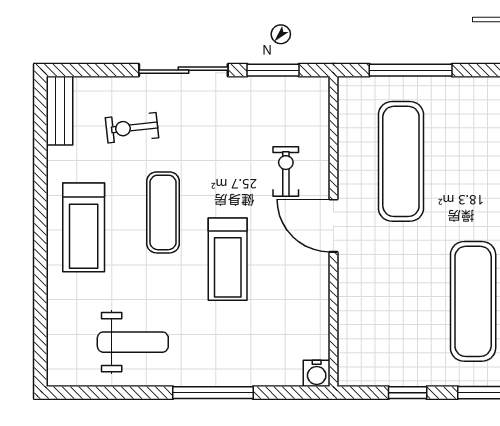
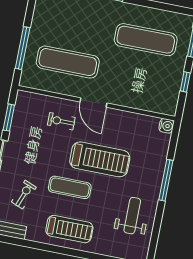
exercise bike: (132, 128) -> (24, 195), turned -153
door: (334, 226) -> (93, 103), hinge flipped
treadmill: (228, 259) -> (100, 159), width x1.37, depth x1.38

